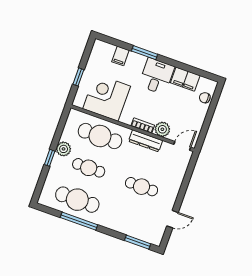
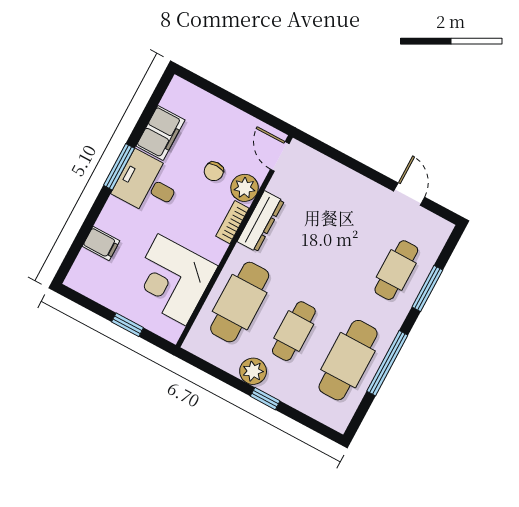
window: (145, 53) -> (119, 167), moved
chair: (205, 98) -> (214, 171), moved
cafe table: (142, 187) -> (396, 270), moved
window: (138, 242) -> (427, 288), moved

